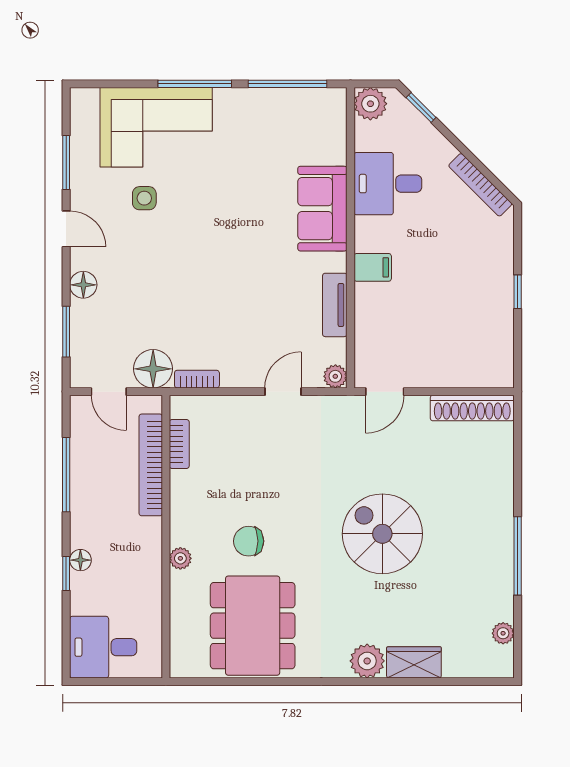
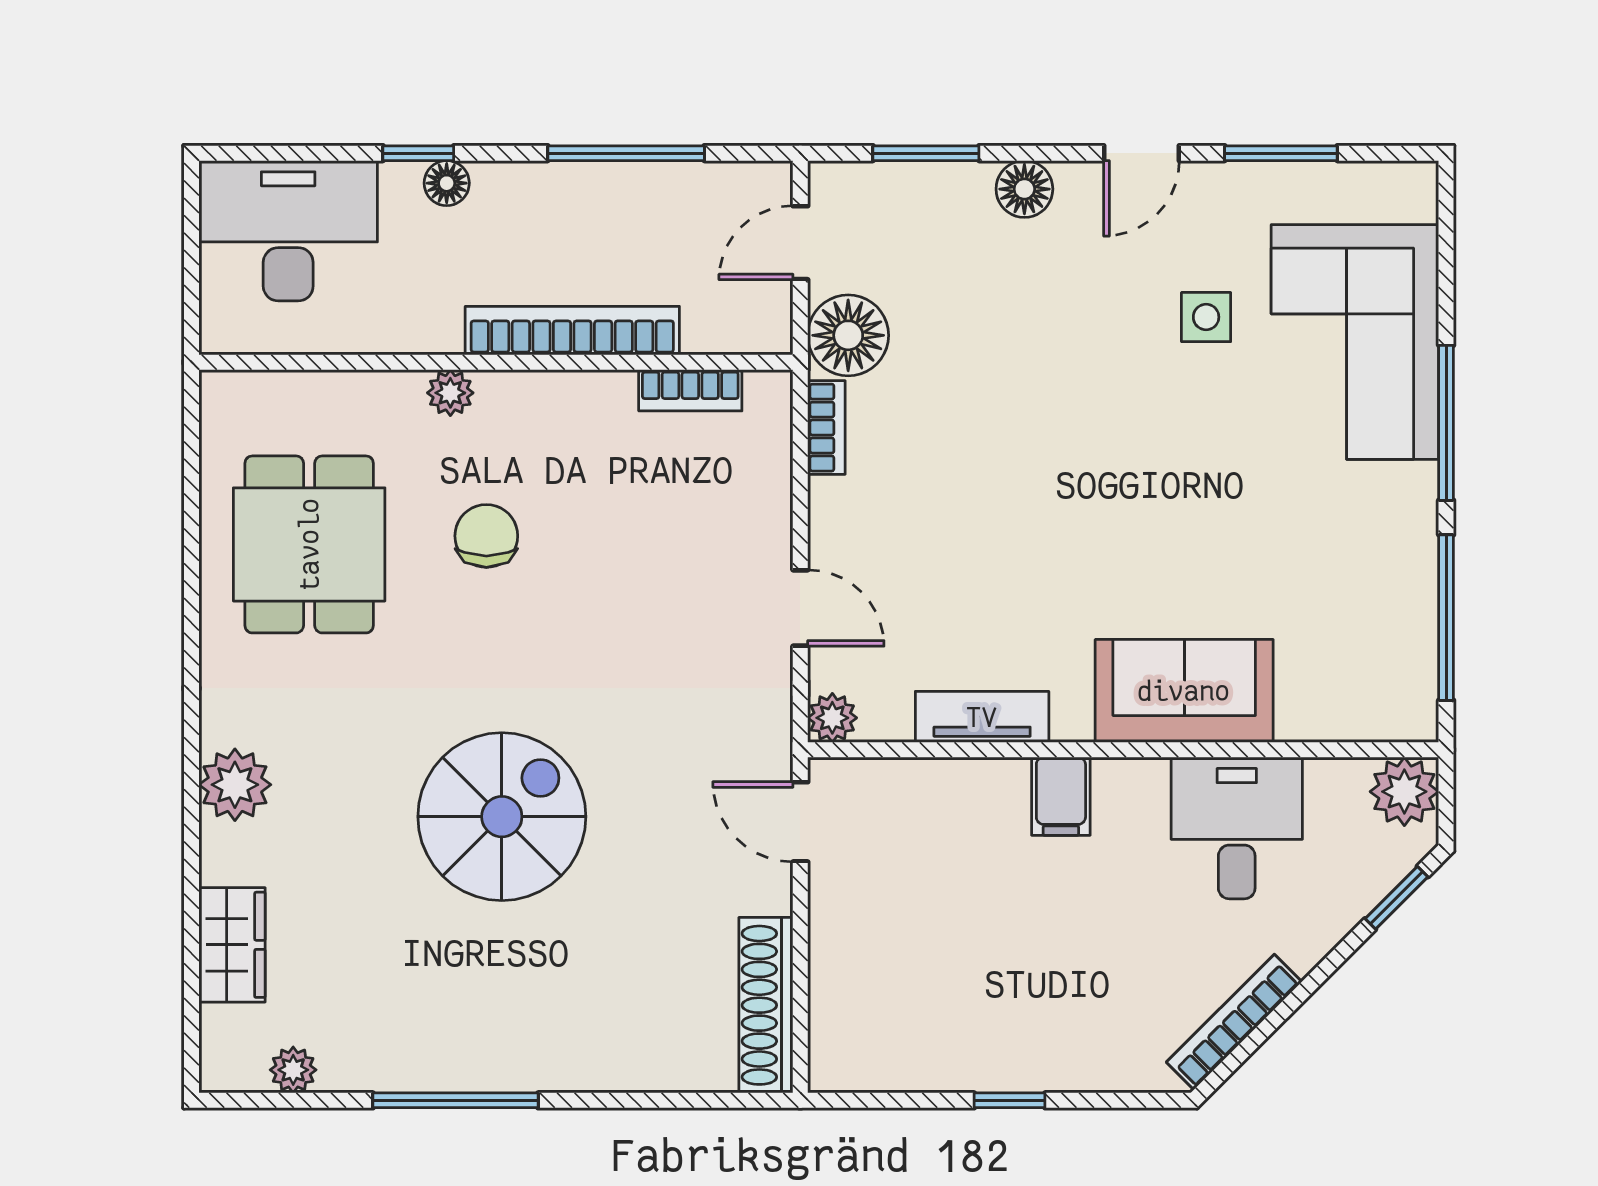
bookcase: (151, 465) -> (572, 331), moved
dining table: (253, 626) -> (309, 544), width x0.73
desk: (103, 647) -> (288, 231), width x1.37
wardrobe: (414, 662) -> (232, 945), moved

